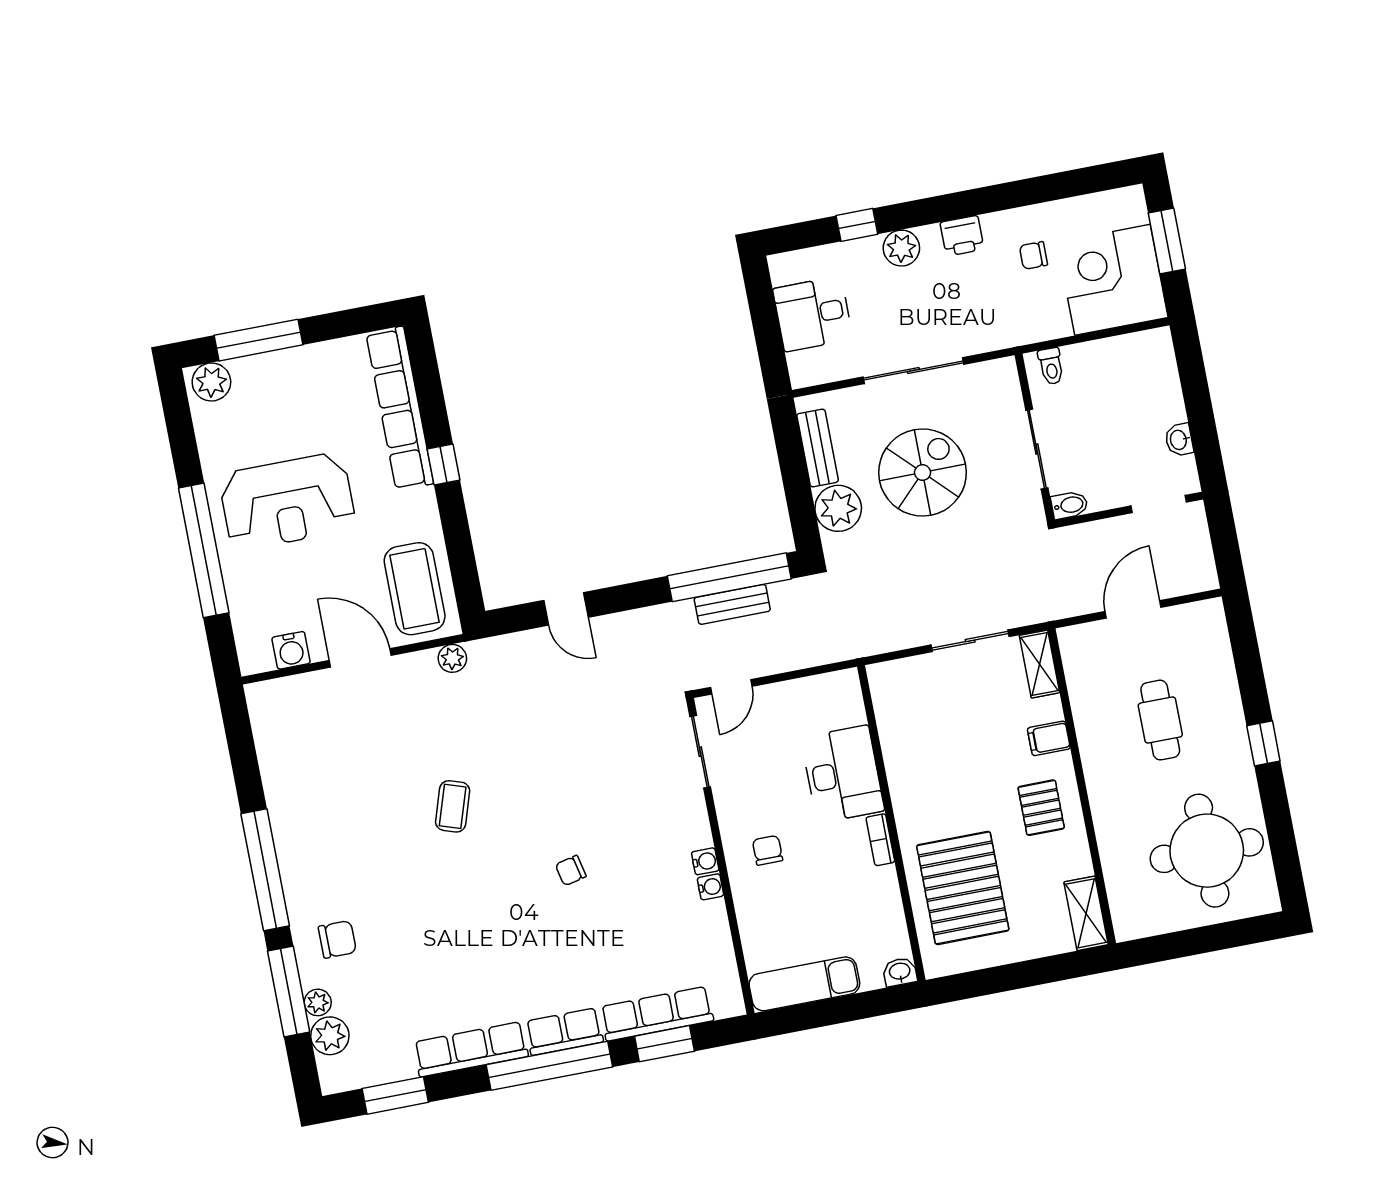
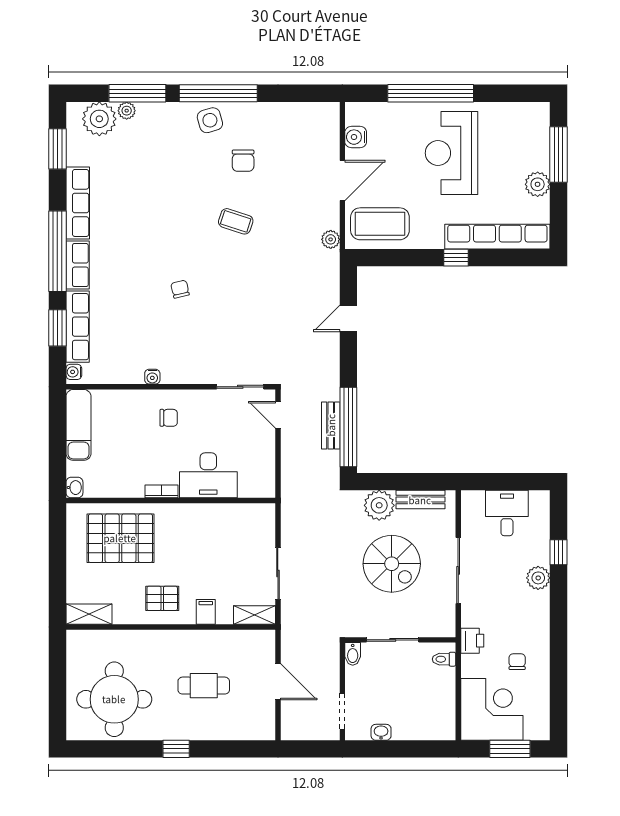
printer: (962, 236) -> (472, 641), moved, turned 180
plant: (211, 382) -> (538, 184), moved
water cooler: (705, 861) -> (74, 372), moved, turned 90
side table: (308, 874) -> (210, 120), added
chair: (337, 939) -> (243, 161), moved
plant: (330, 1036) -> (99, 119), width x1.36, depth x1.36

